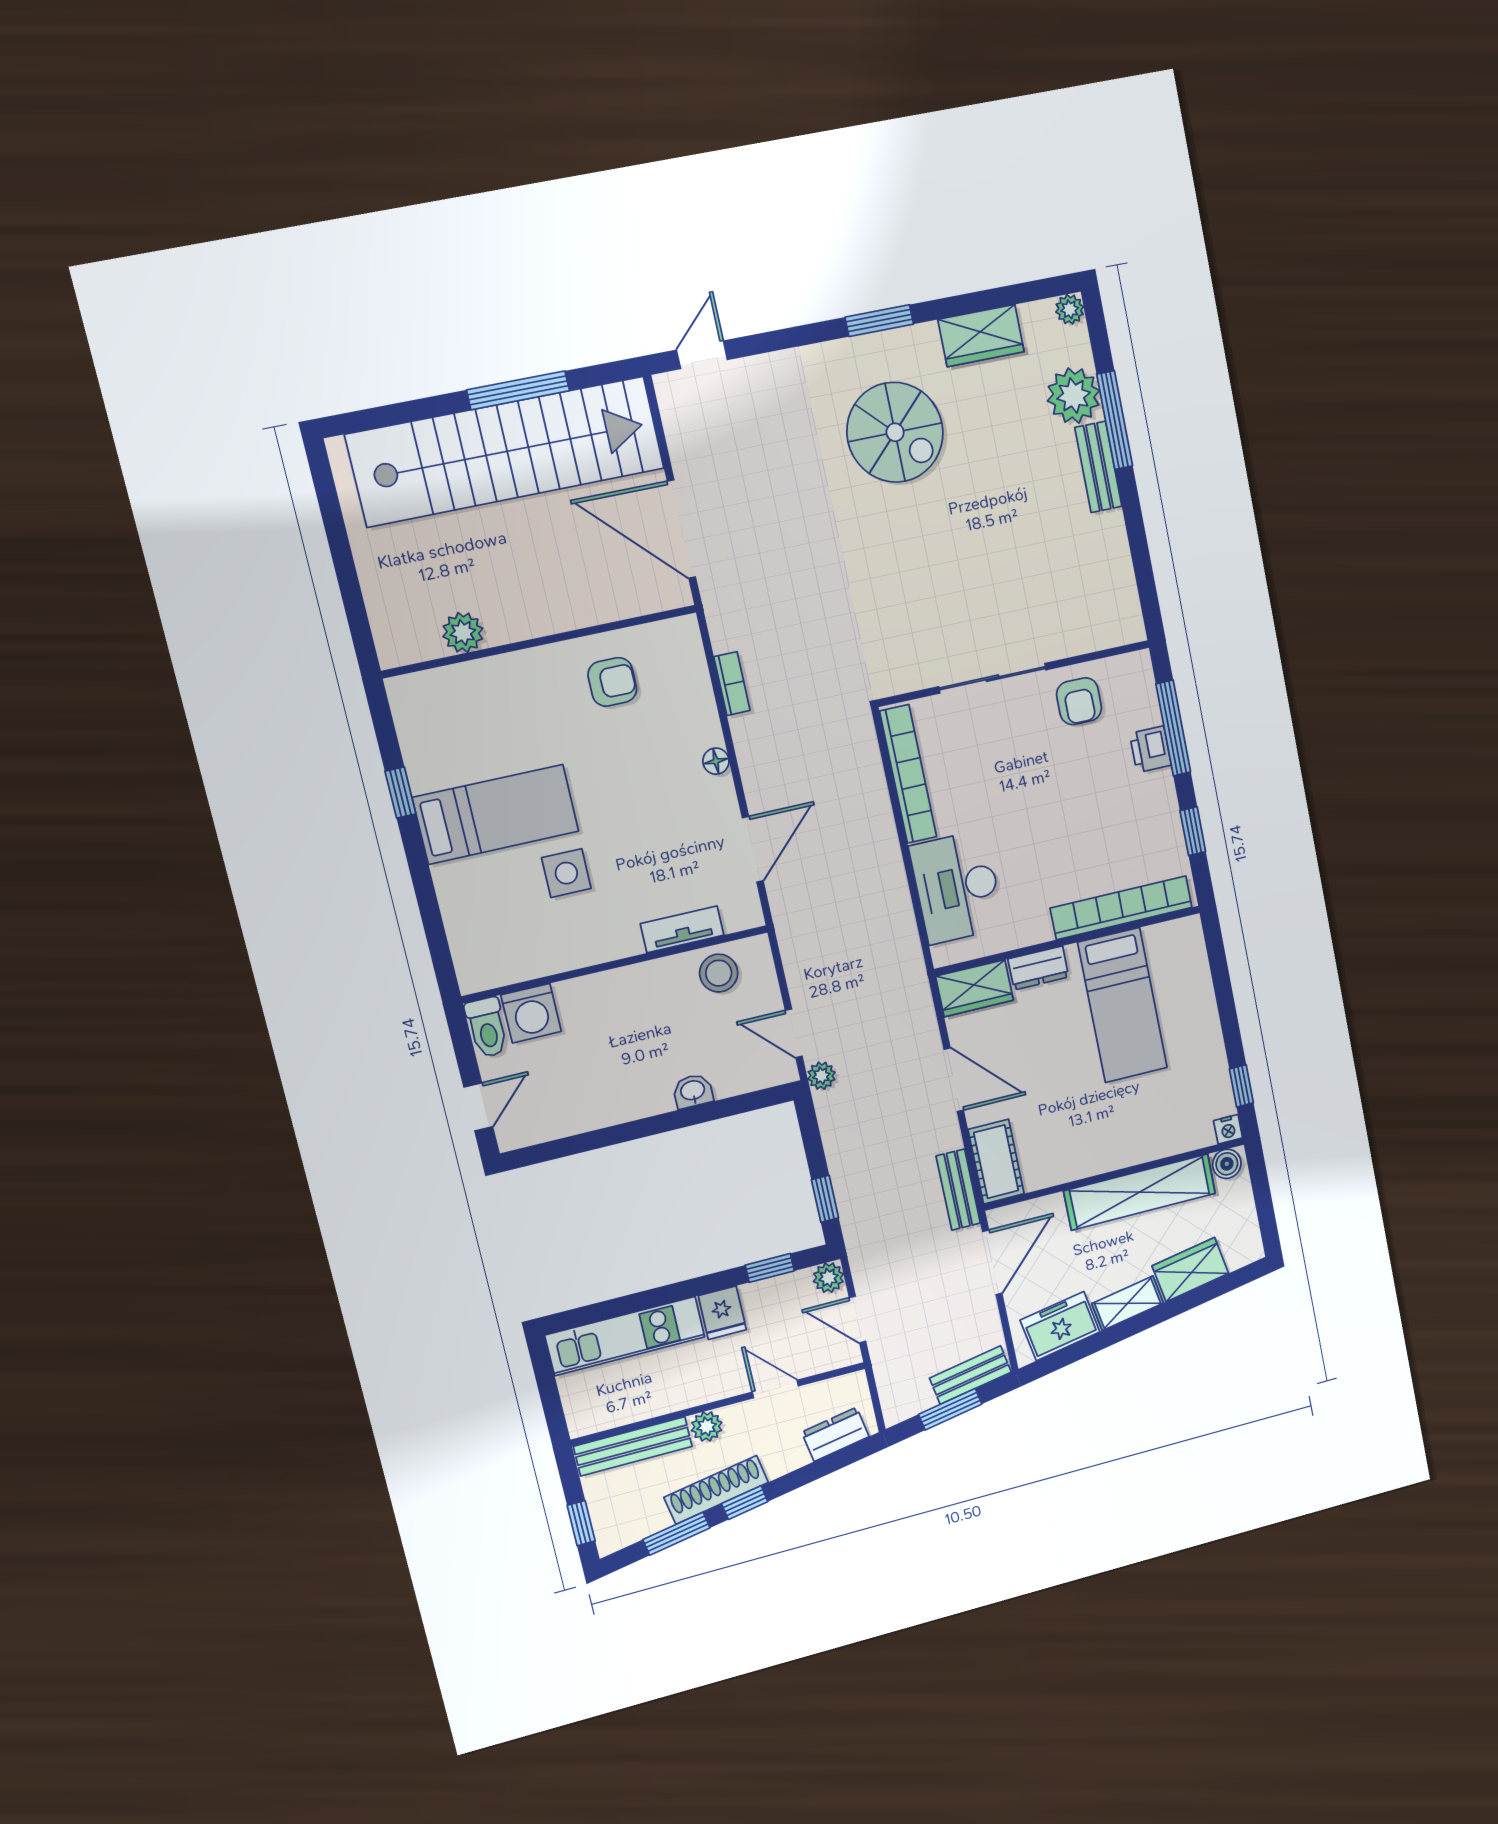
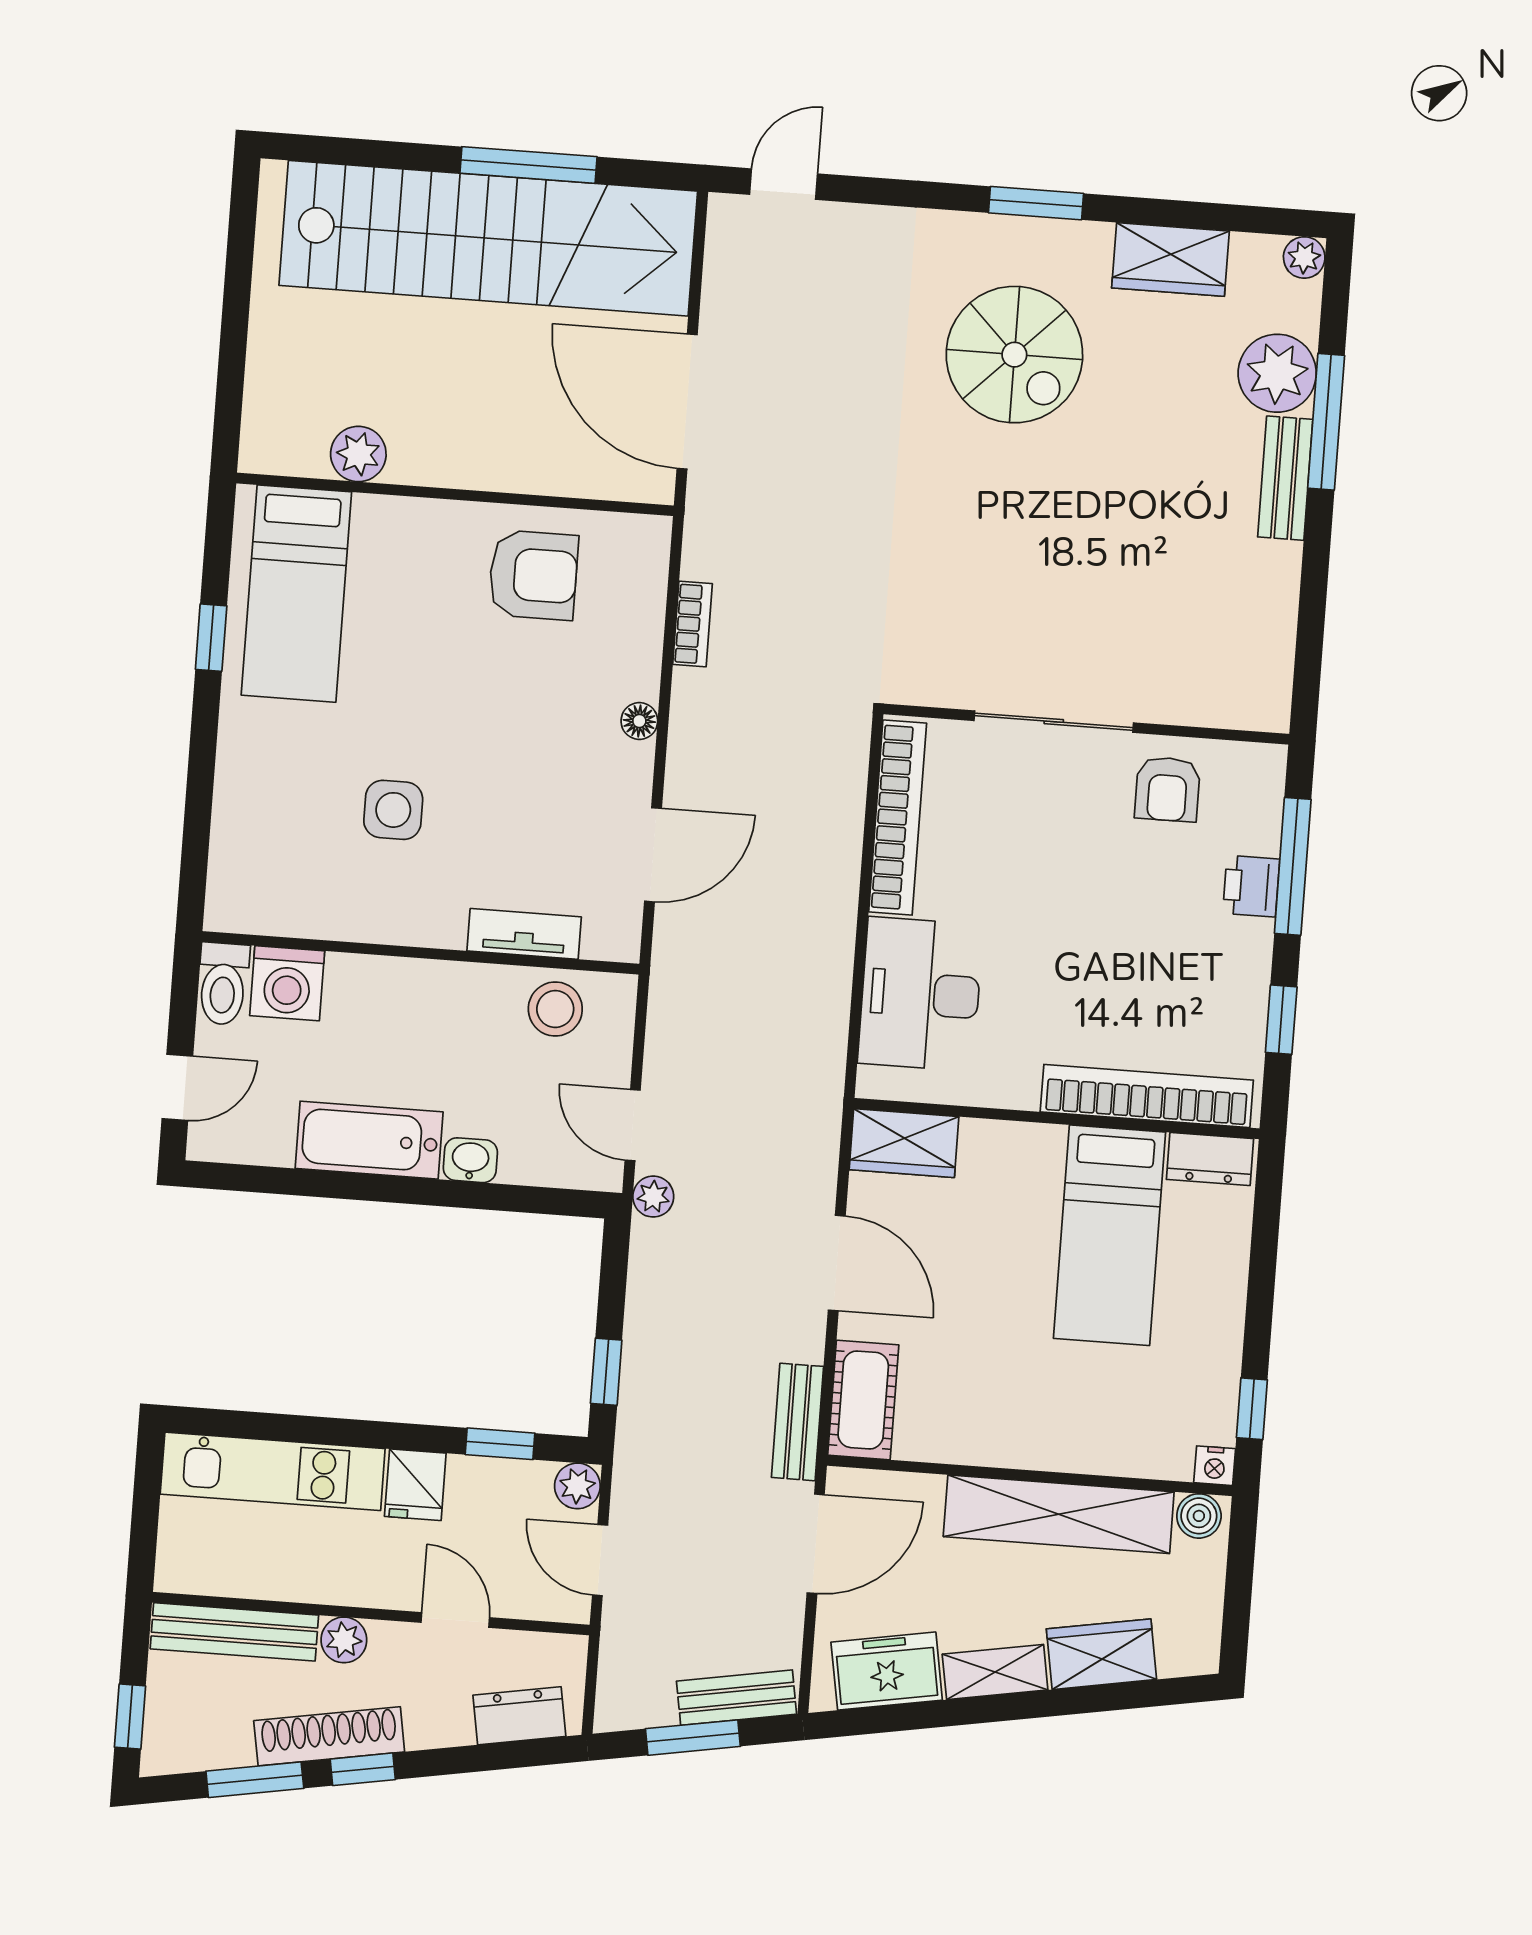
armchair: (612, 682) -> (533, 575), width x1.38, depth x1.38
bed: (496, 814) -> (296, 594), moved, turned 90
dresser: (1038, 968) -> (1210, 1159), moved
bathtub: (621, 1100) -> (369, 1140), added

